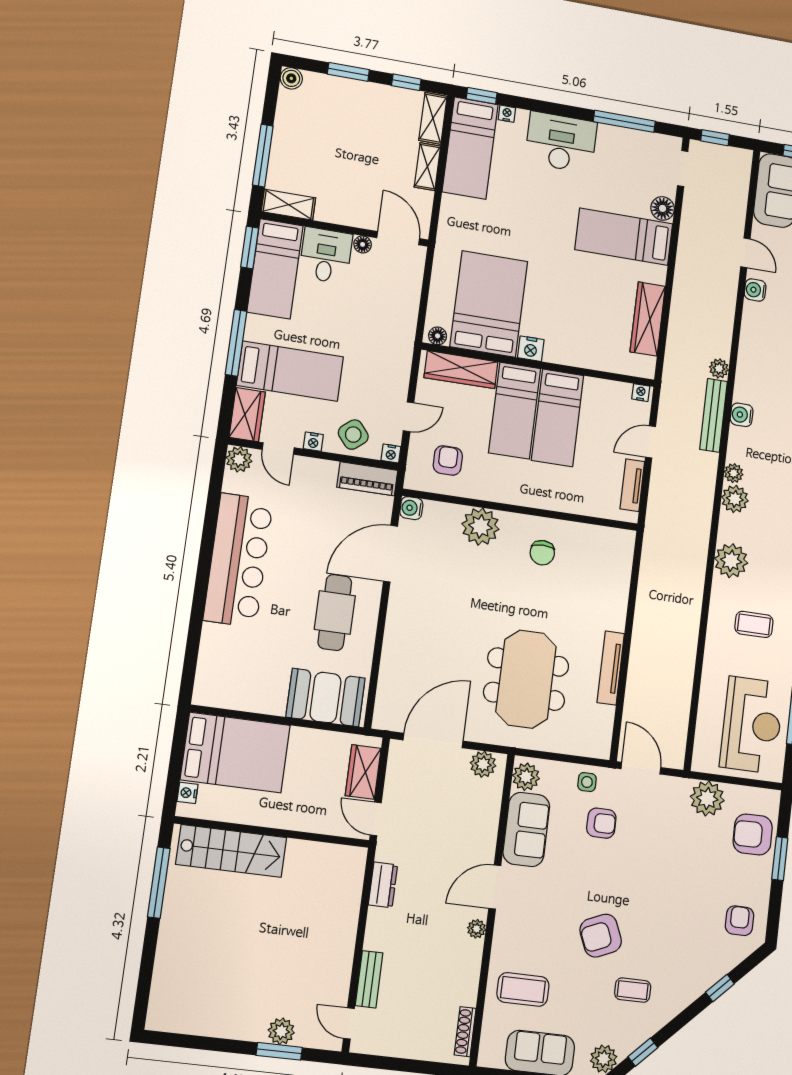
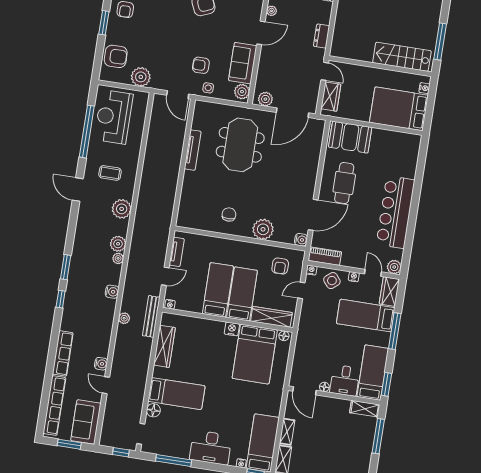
bench: (713, 415) -> (151, 316), moved
window: (780, 859) -> (104, 23), moved

